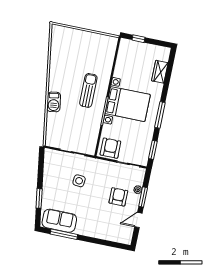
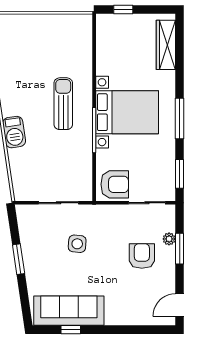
wardrobe: (160, 72) -> (166, 45), width x1.50
armchair: (110, 148) -> (115, 184), turned 90
window: (39, 198) -> (19, 259), moved
door: (138, 220) -> (180, 305), moved
sofa: (59, 221) -> (69, 311), width x1.36
window: (64, 234) -> (71, 330), width x0.46

